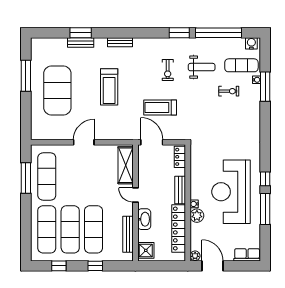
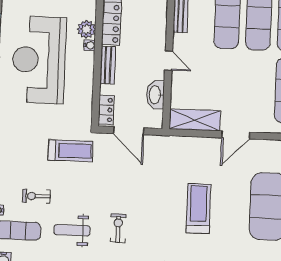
treadmill: (160, 107) -> (71, 151), moved
door: (152, 142) -> (129, 131), moved
shelving: (126, 165) -> (195, 120), moved, turned 90
reception desk: (231, 192) -> (39, 60), turned 180
washbasin: (144, 219) -> (155, 95), moved

